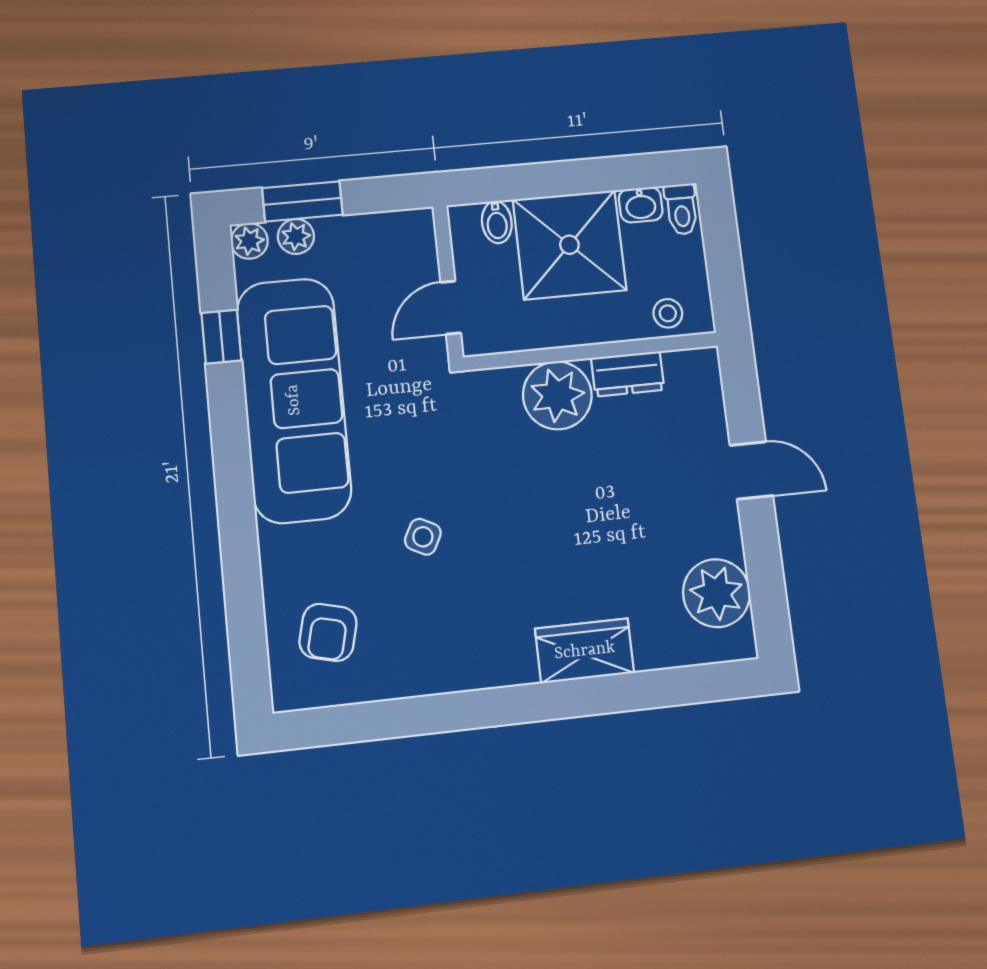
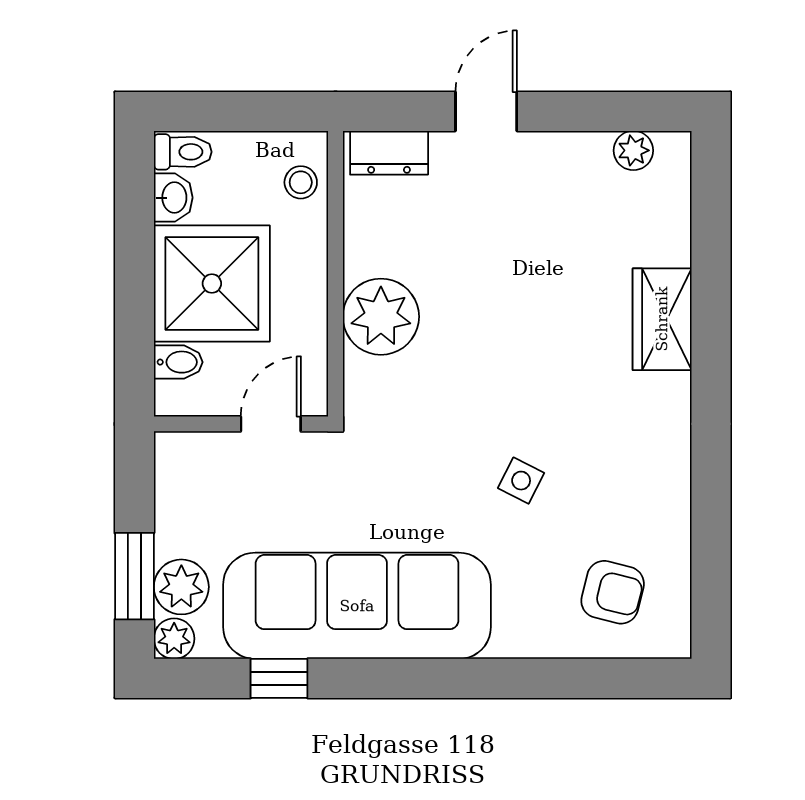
plant: (296, 236) -> (181, 587), width x1.38, depth x1.38
door: (451, 308) -> (271, 424), swing flipped
dresser: (628, 374) -> (389, 153), moved, turned 90
plant: (716, 593) -> (633, 150), width x0.53, depth x0.53

